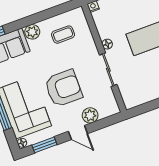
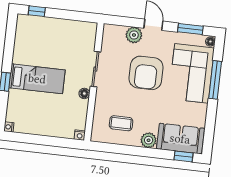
armchair: (63, 88) -> (146, 73), turned -90

